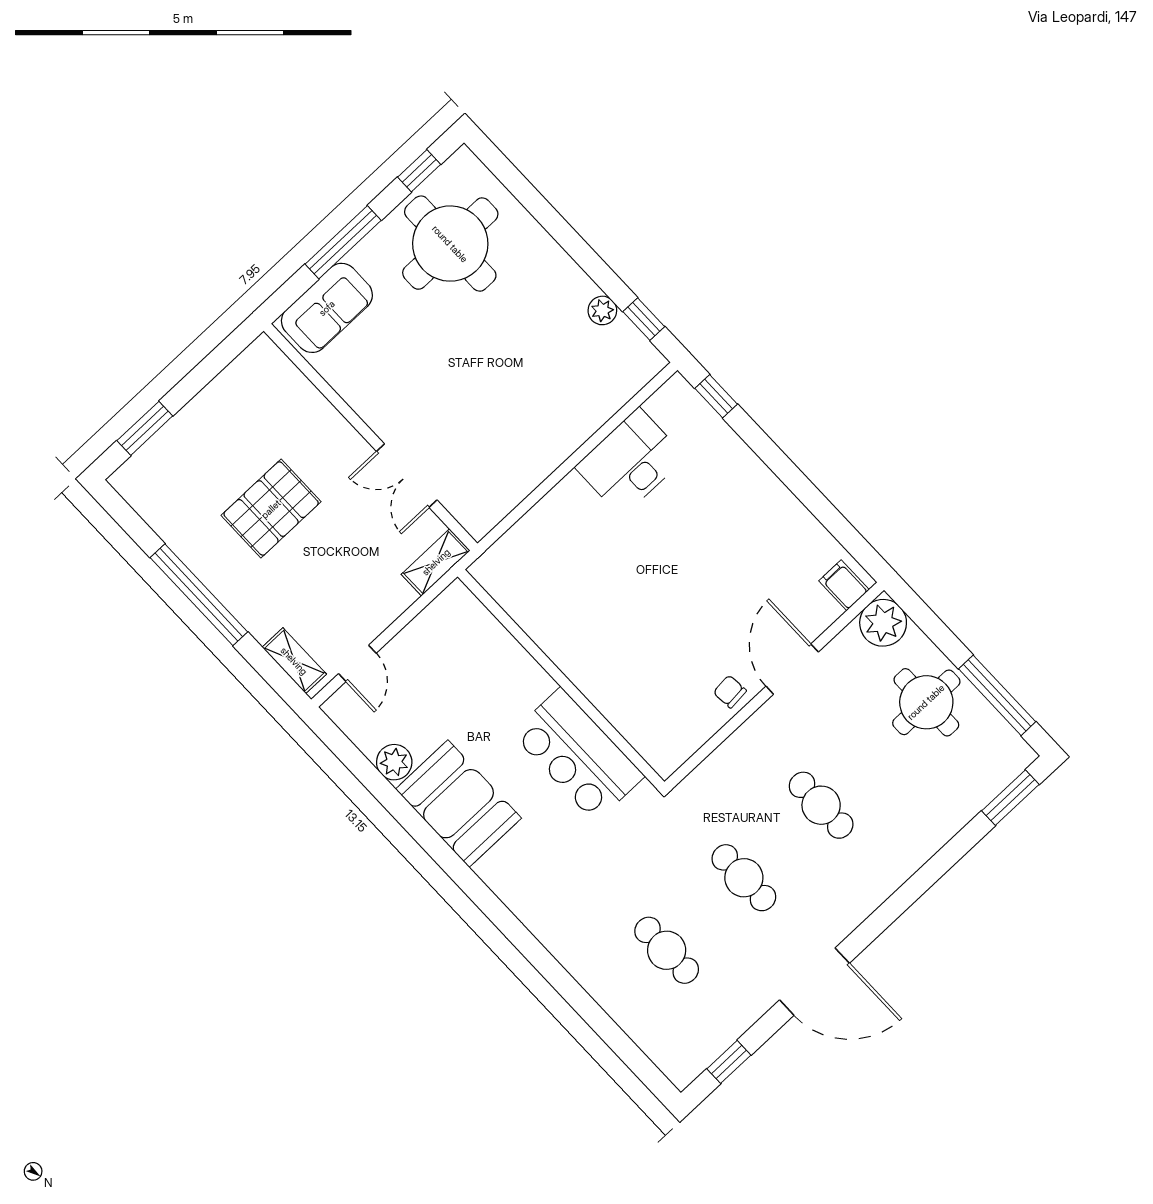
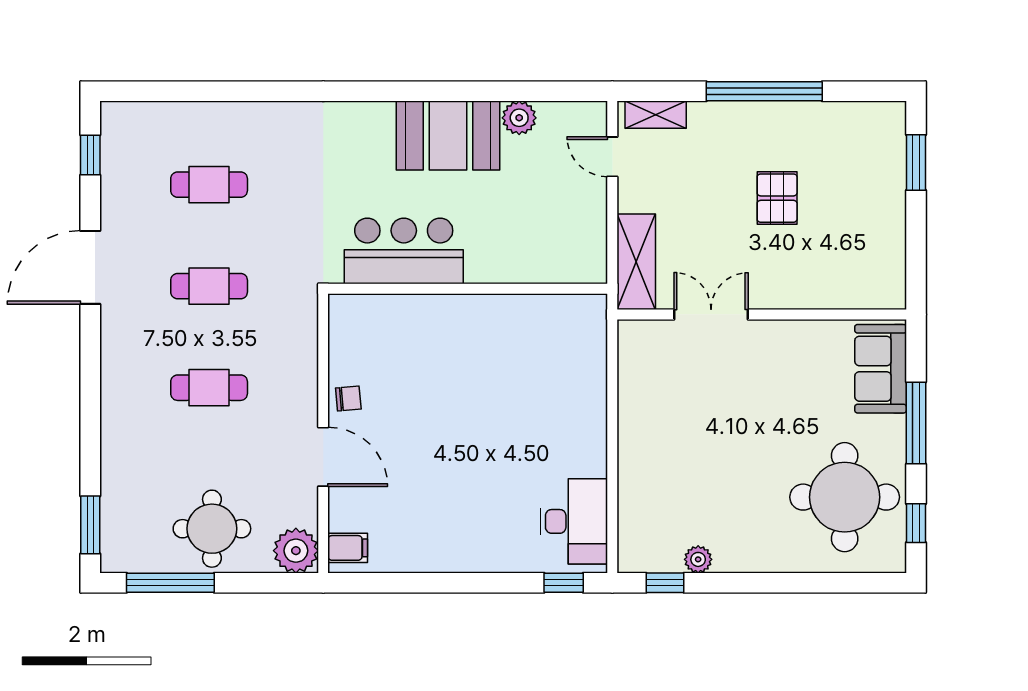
desk: (630, 462) -> (574, 521), moved
pallet: (271, 509) -> (777, 198), width x0.67, depth x0.71
shelving: (436, 562) -> (636, 262), width x1.50, depth x1.33

